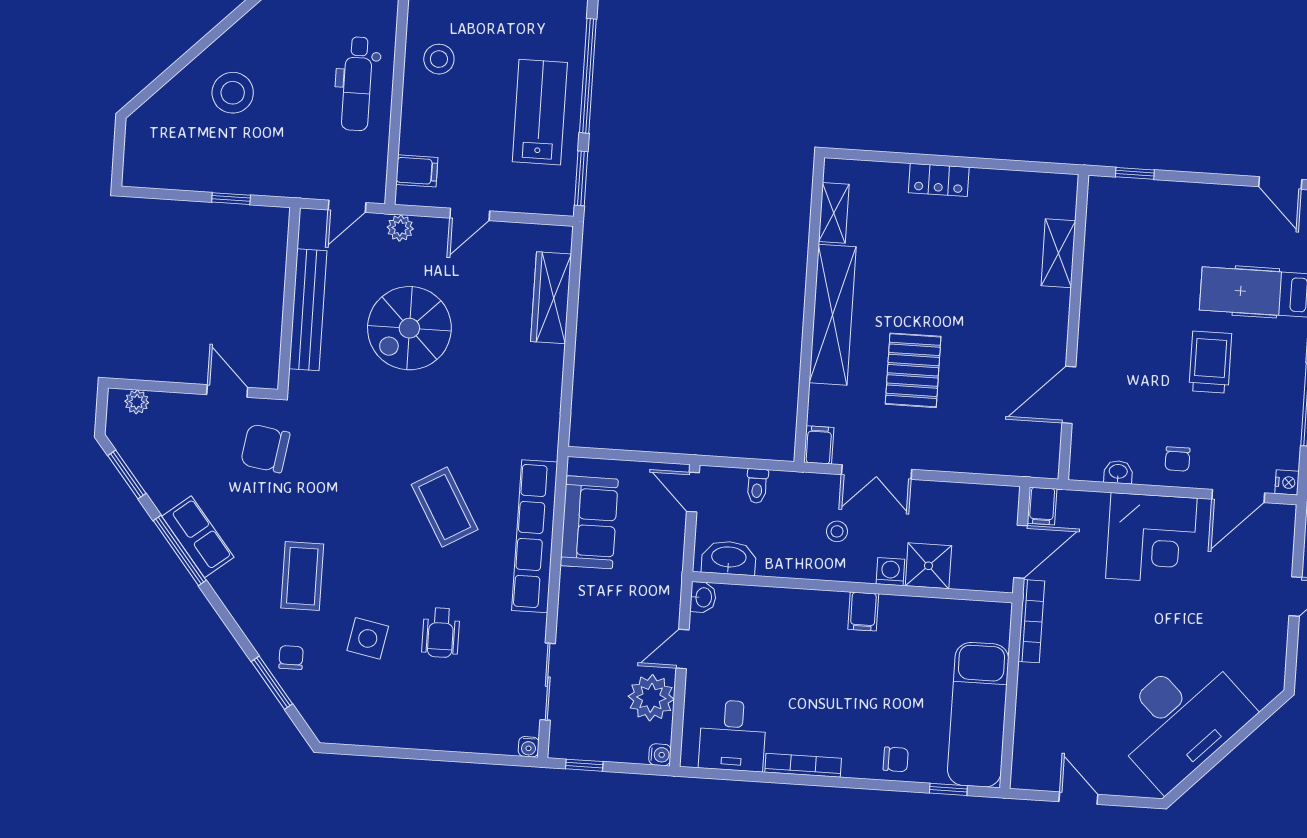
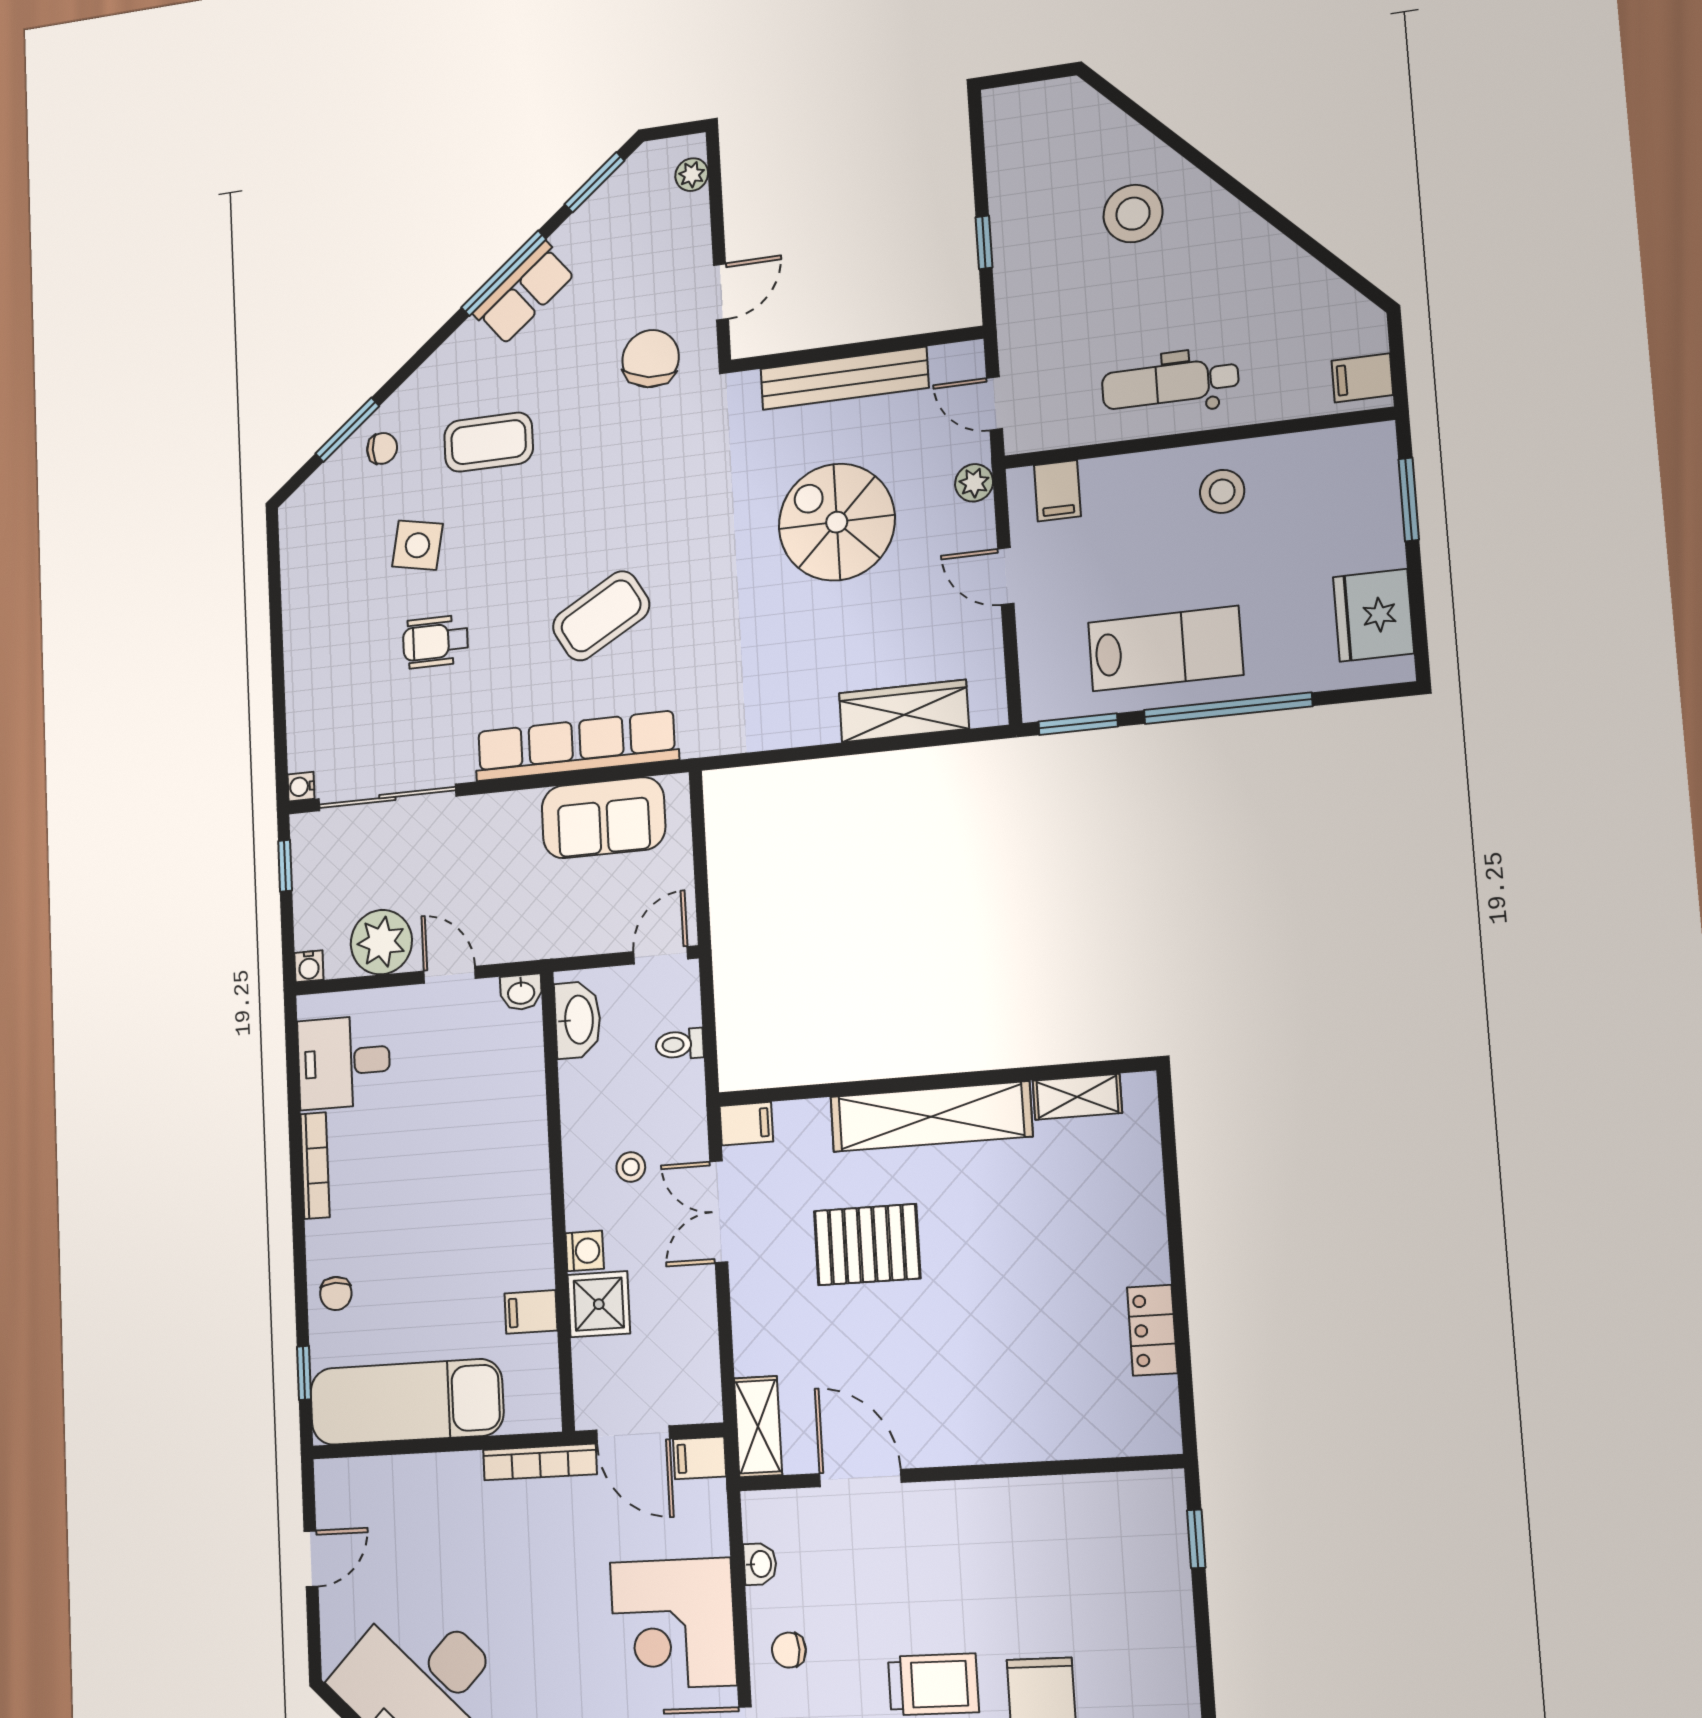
locker: (939, 180) -> (1152, 1330), moved
shelving: (1058, 253) -> (758, 1427), moved, turned 90
filing cabinet: (863, 612) -> (531, 1312), moved
sliding door: (548, 682) -> (387, 797), width x1.37

